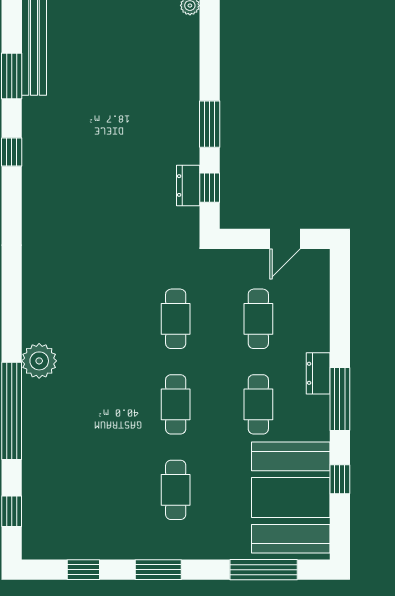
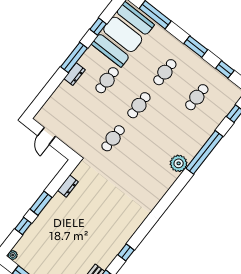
window: (210, 188) -> (23, 226), moved
door: (285, 239) -> (47, 136), swing flipped
cafe table: (258, 319) -> (197, 97), moved

